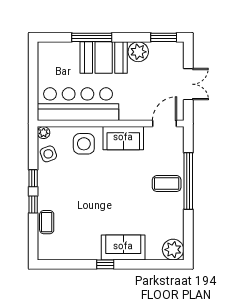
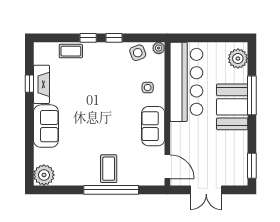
plant: (138, 52) -> (238, 59), moved
side table: (84, 144) -> (148, 88), width x0.54, depth x0.54
fireplace: (81, 252) -> (42, 84), added
window: (105, 264) -> (29, 84), moved

